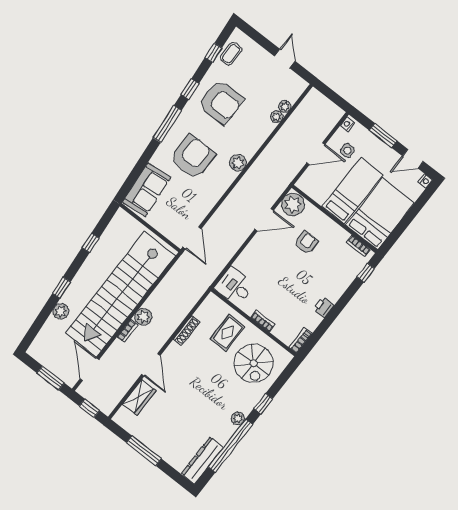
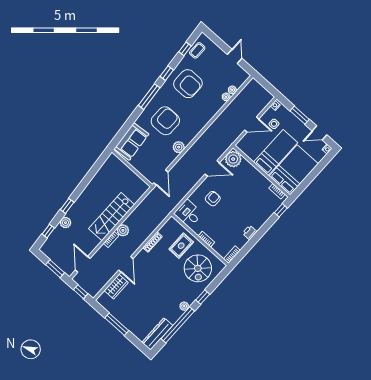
plant: (238, 163) -> (179, 147), moved
window: (91, 243) -> (48, 231), moved
armchair: (306, 243) -> (213, 199), moved
stairs: (121, 294) -> (112, 217), width x0.54, depth x0.66

